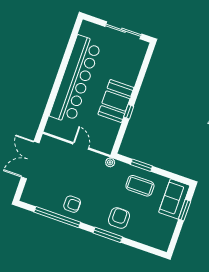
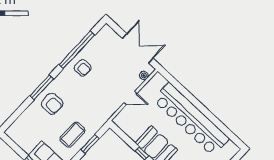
plant: (110, 162) -> (144, 76), moved
armchair: (72, 204) -> (83, 68), turned -90

